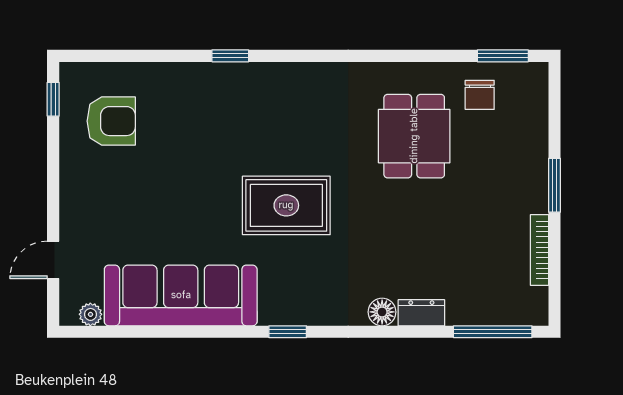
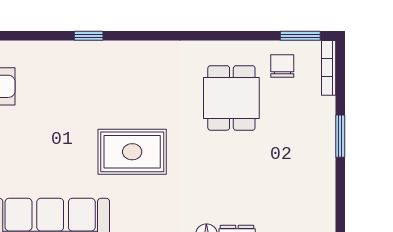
chair: (480, 95) -> (282, 66), turned 180
bookcase: (539, 250) -> (329, 68), moved

